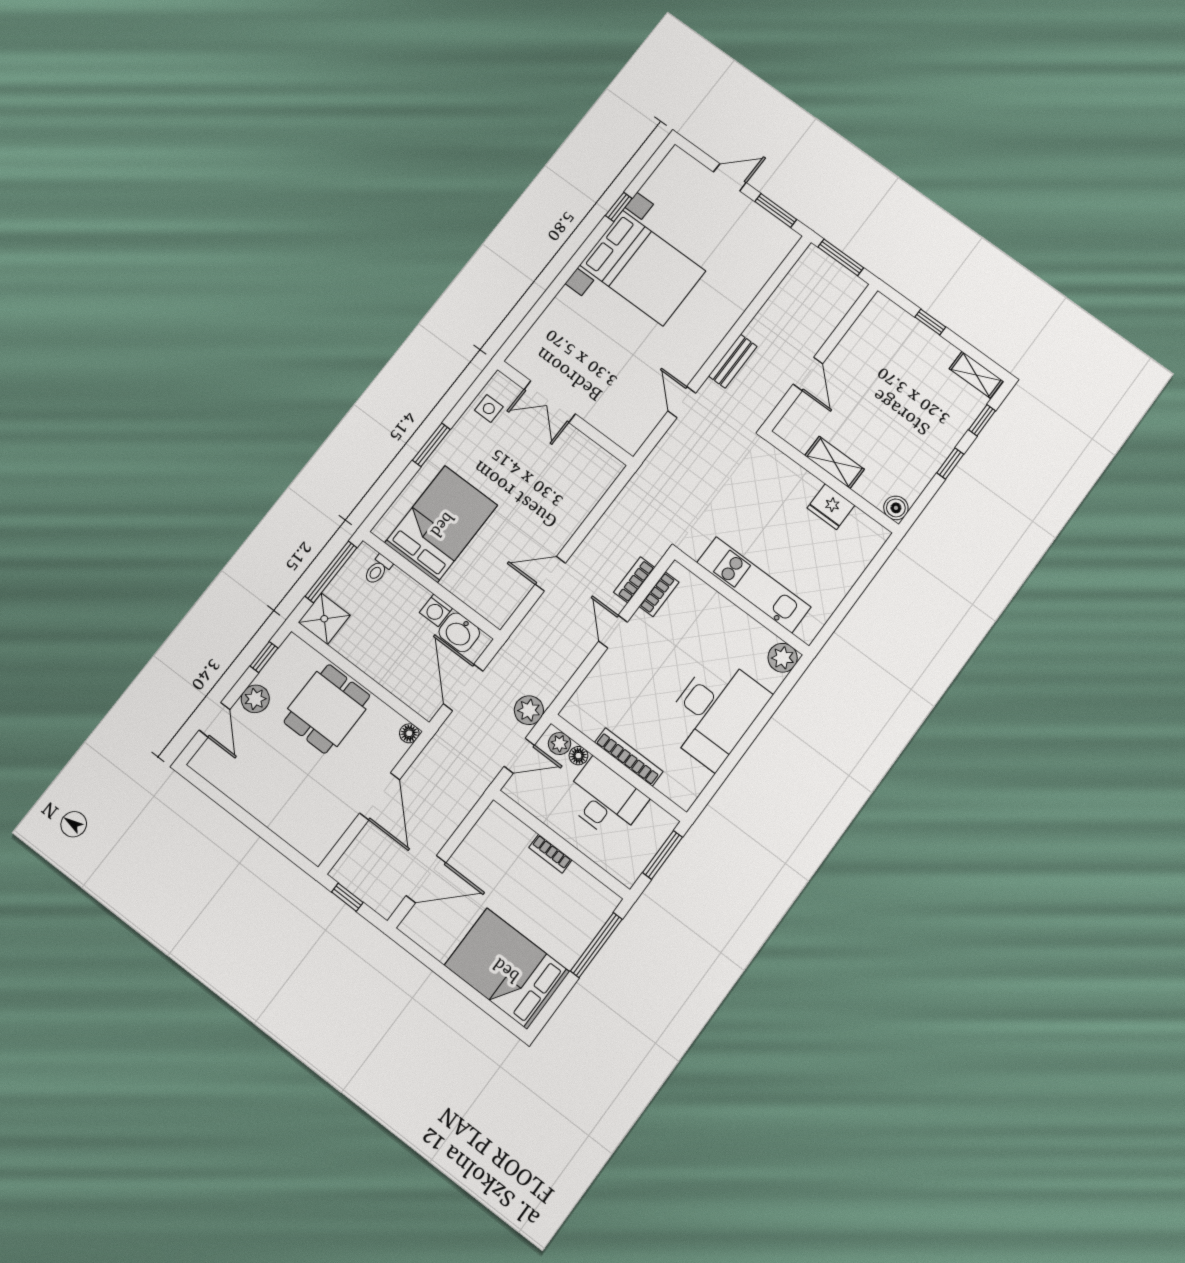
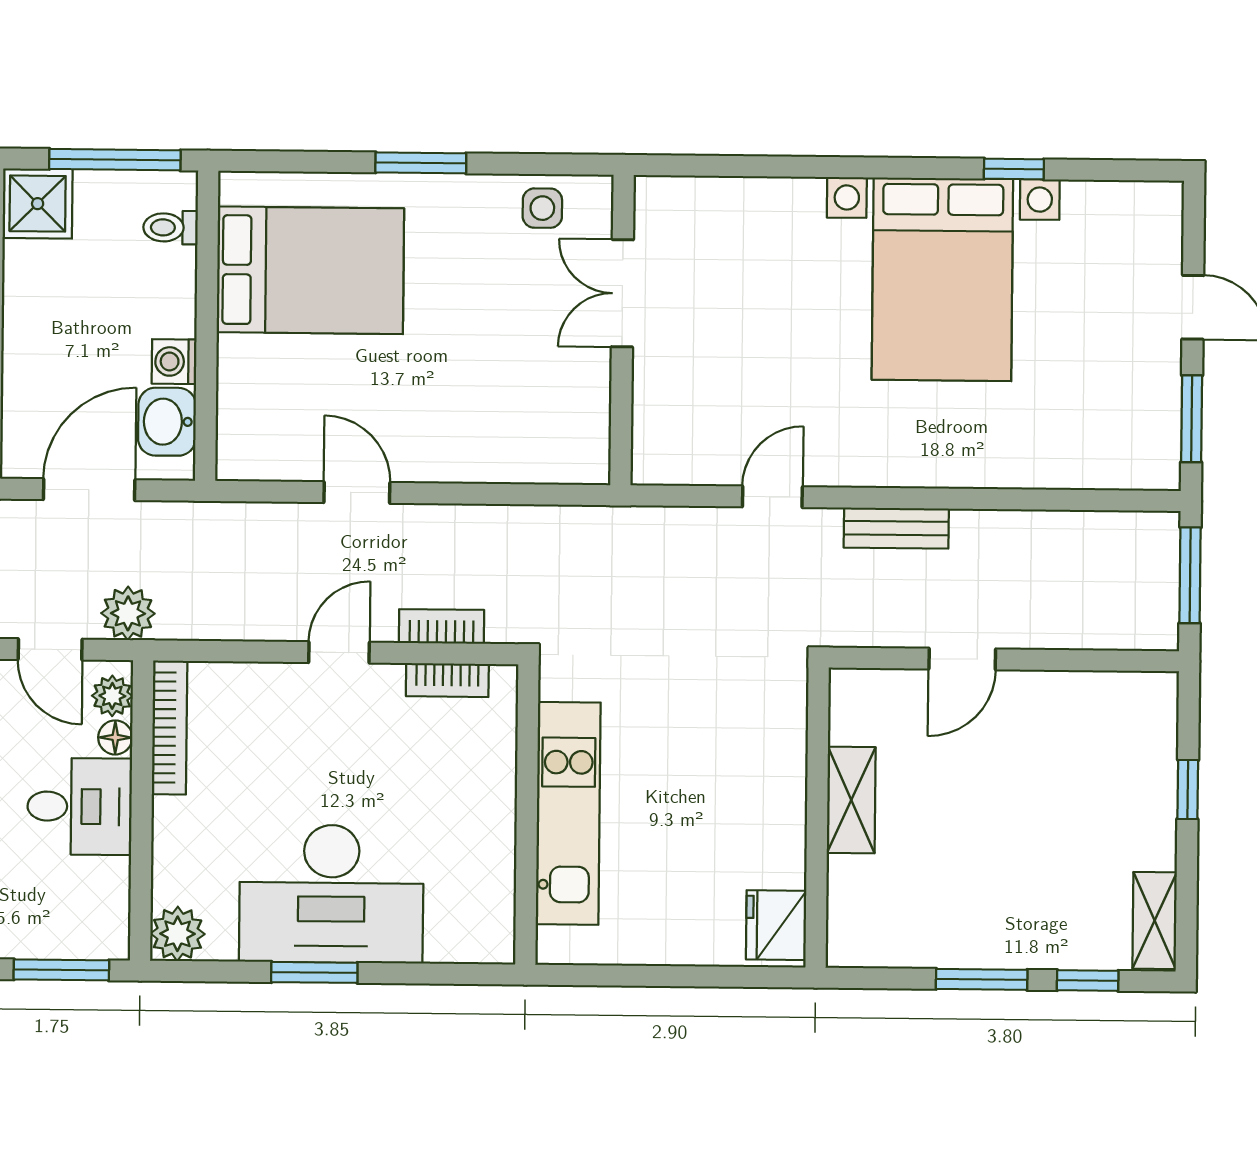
window: (950, 463) -> (982, 979), width x1.50
fridge: (831, 507) -> (776, 925), moved
boiler: (896, 508) -> (849, 945), removed
plant: (783, 658) -> (178, 934), moved
window: (744, 744) -> (314, 972), added
bookcase: (629, 757) -> (170, 728), moved
desk: (605, 800) -> (80, 806), width x0.73

